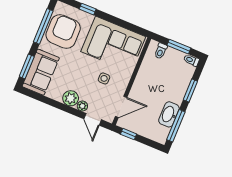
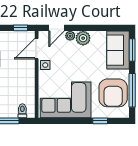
side table: (104, 78) -> (45, 65), moved
door: (93, 119) -> (57, 28), swing flipped

